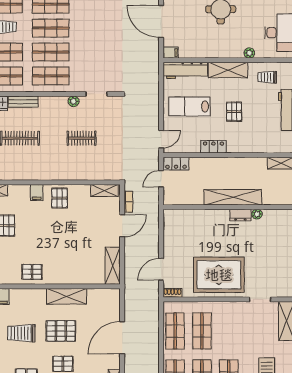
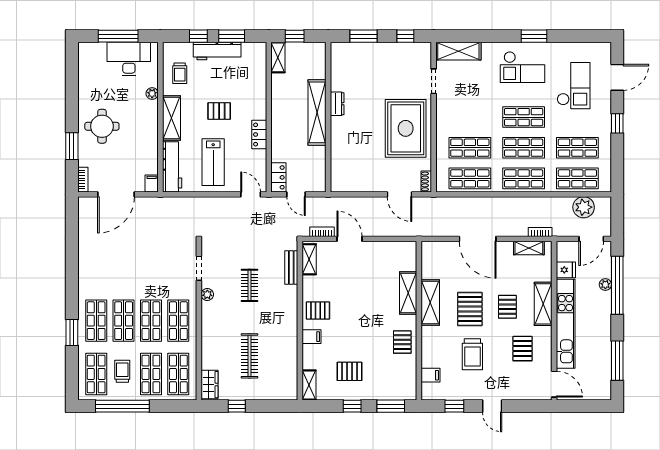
bench: (23, 102) -> (291, 268), moved
plant: (257, 214) -> (336, 85), removed
shelving: (113, 266) -> (408, 293), moved, turned 90

